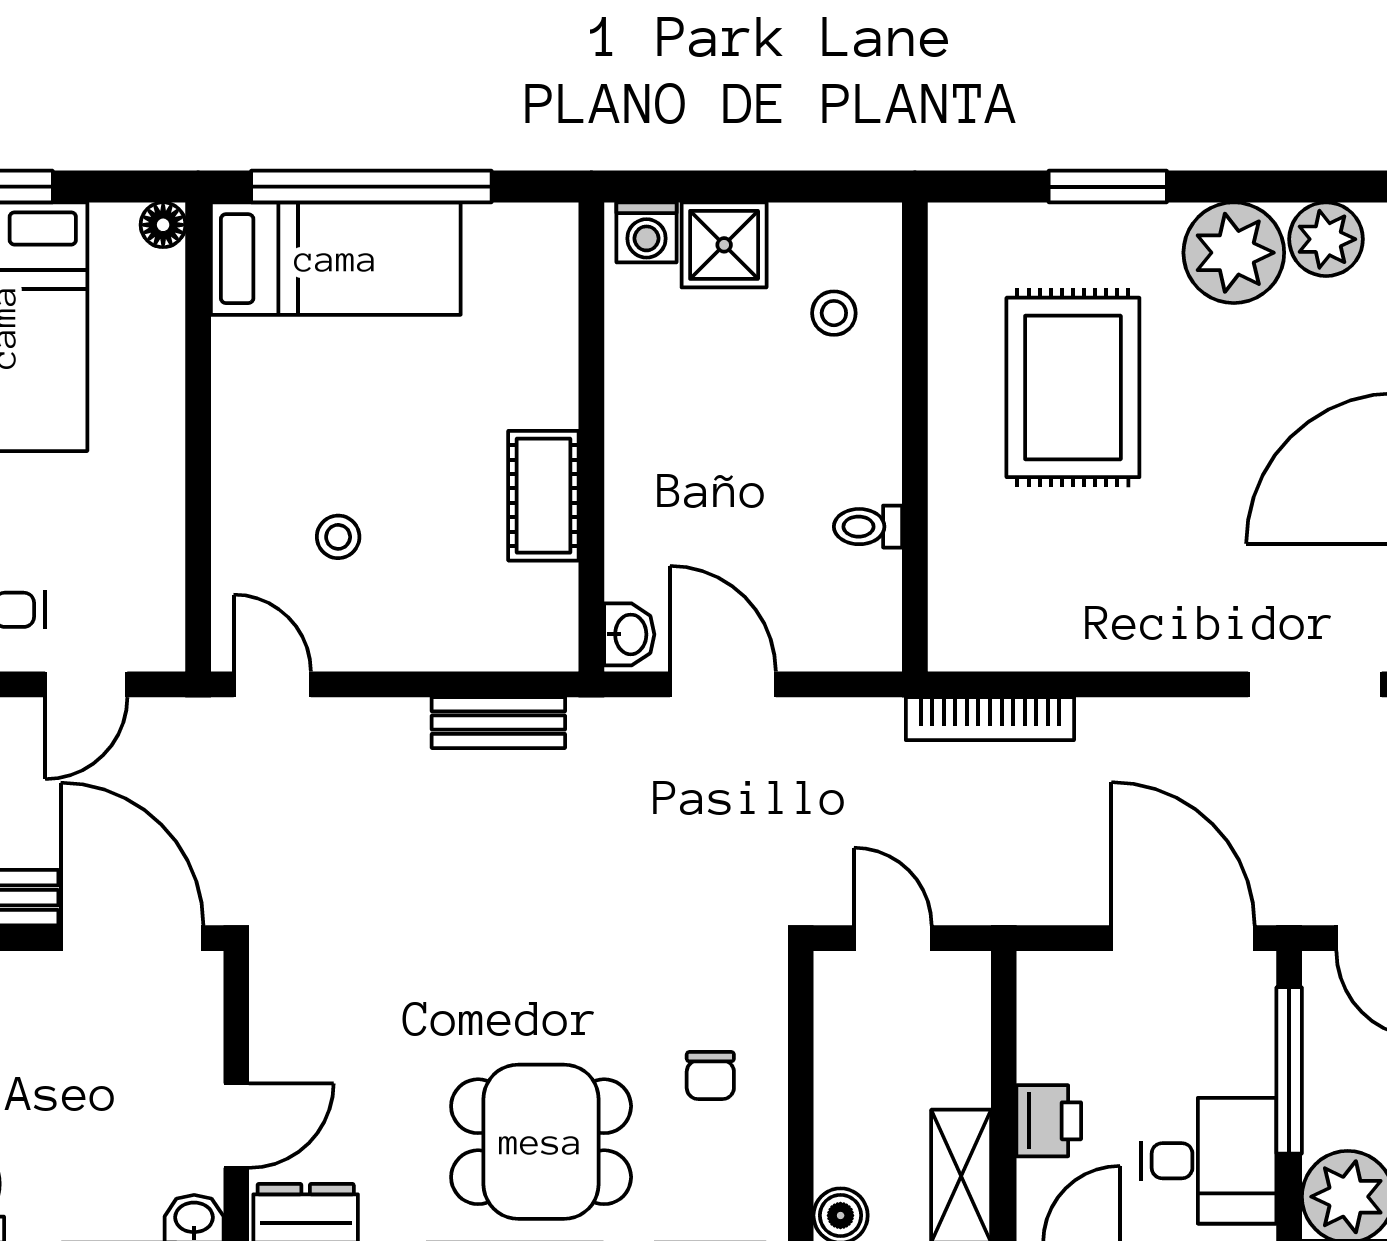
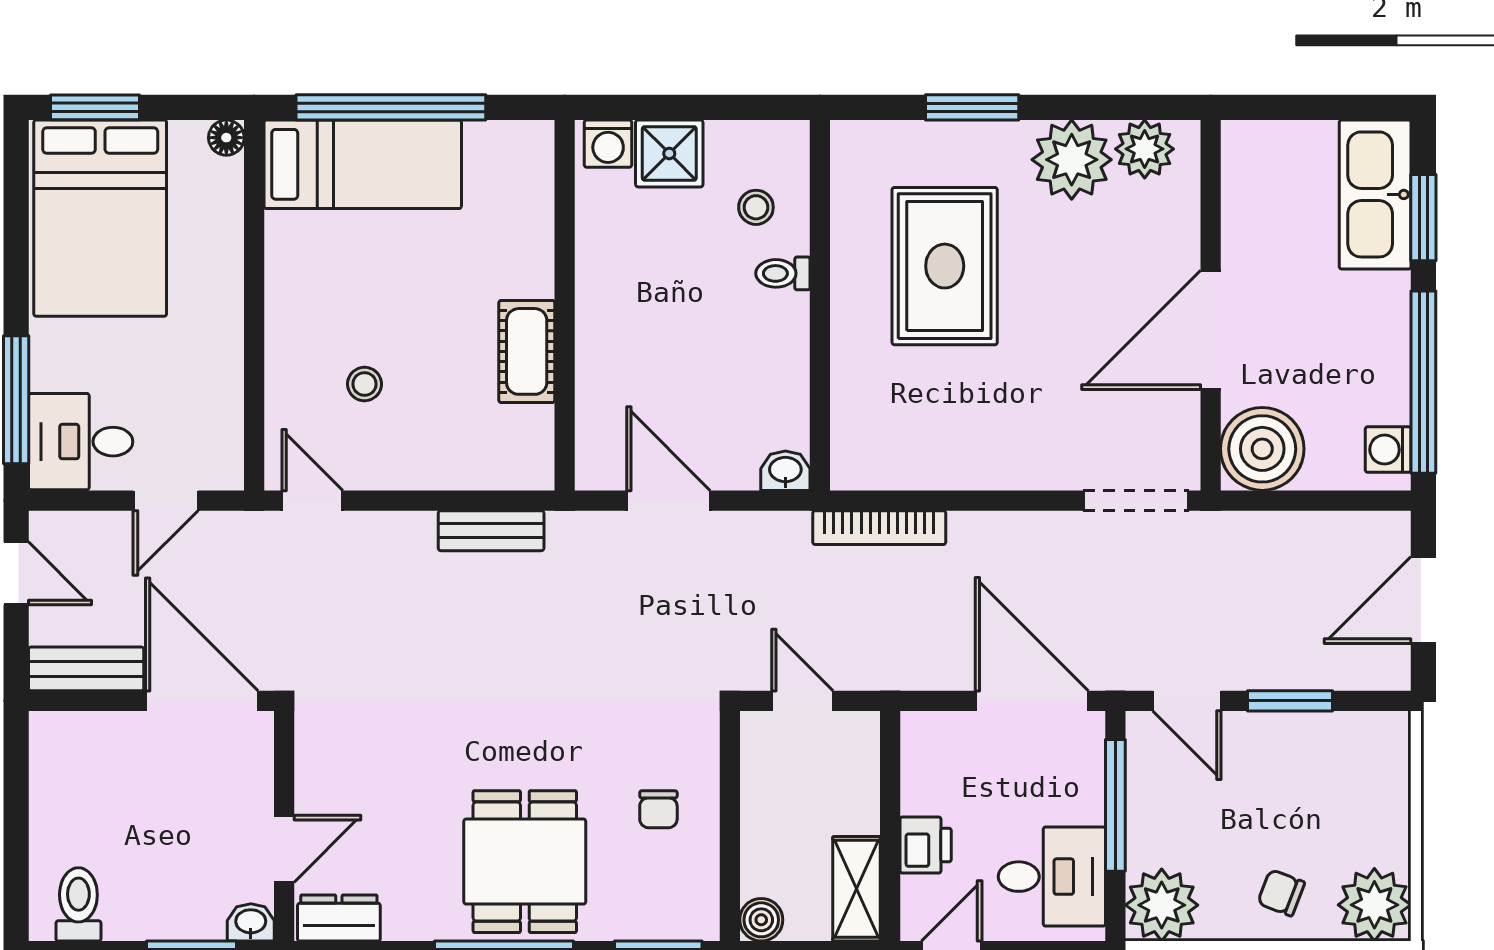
toilet: (868, 527) -> (783, 273), moved
washbasin: (629, 634) -> (785, 471), moved, turned -90
dining table: (541, 1142) -> (525, 862), turned 90

